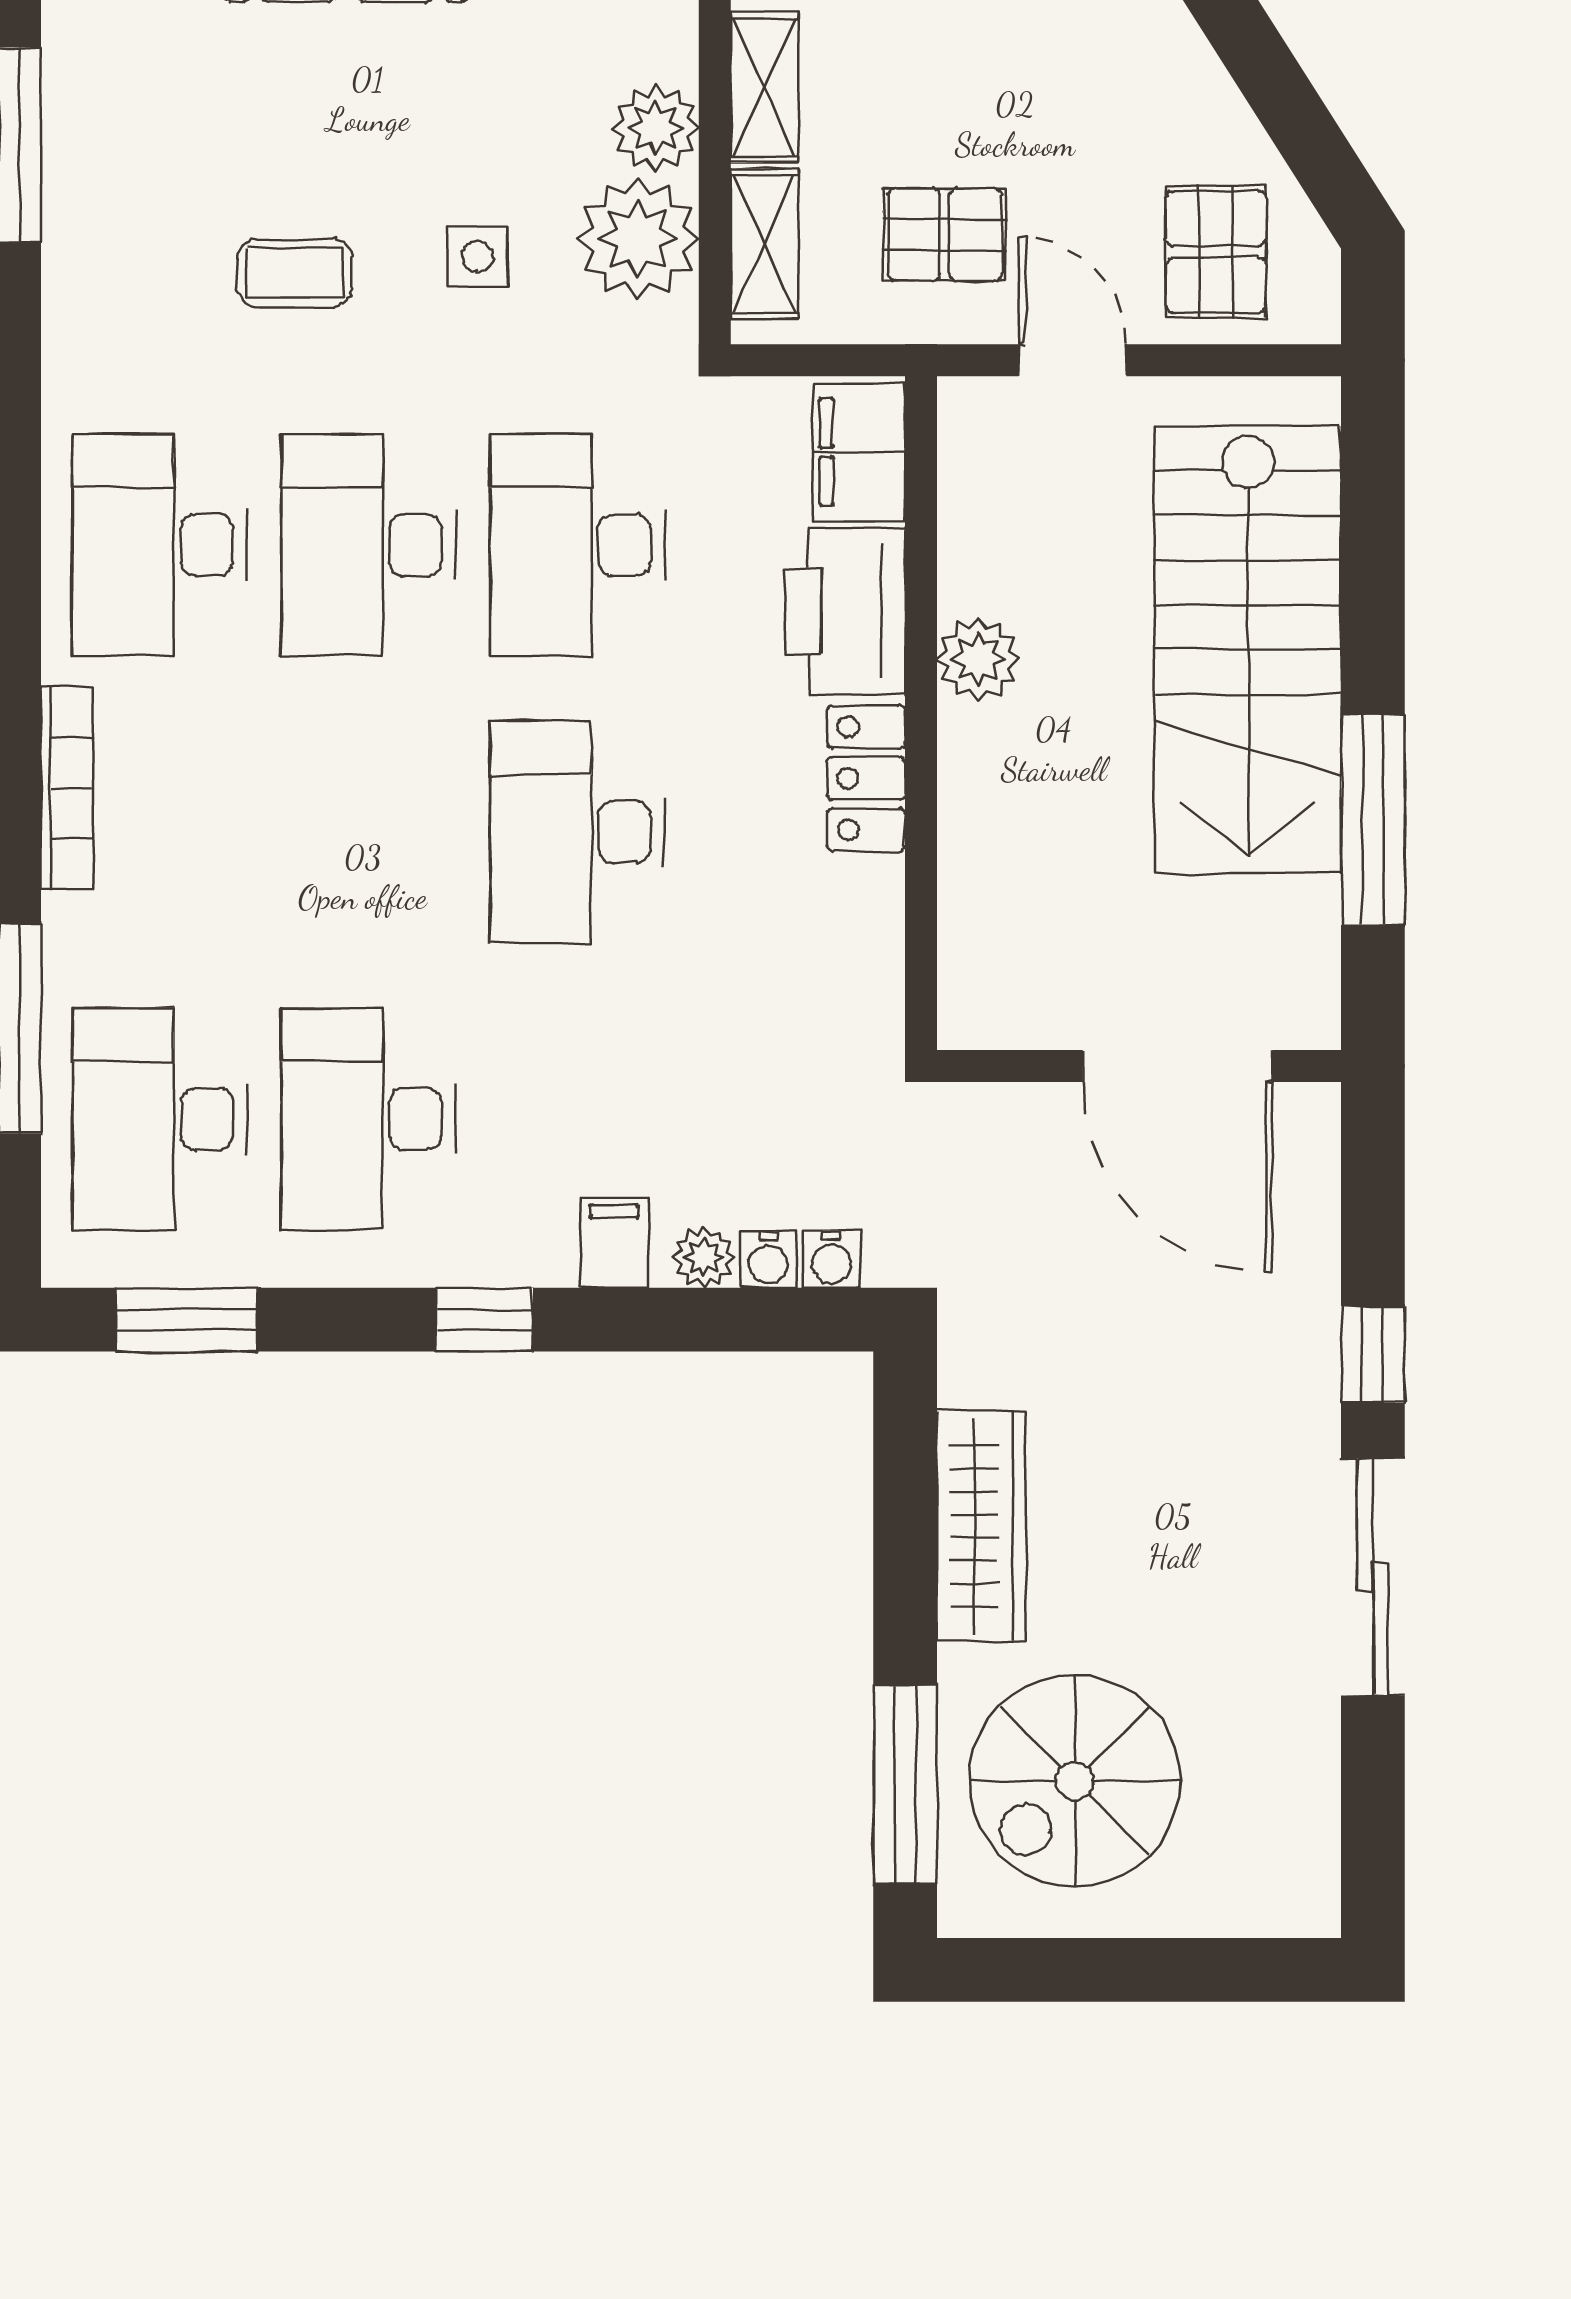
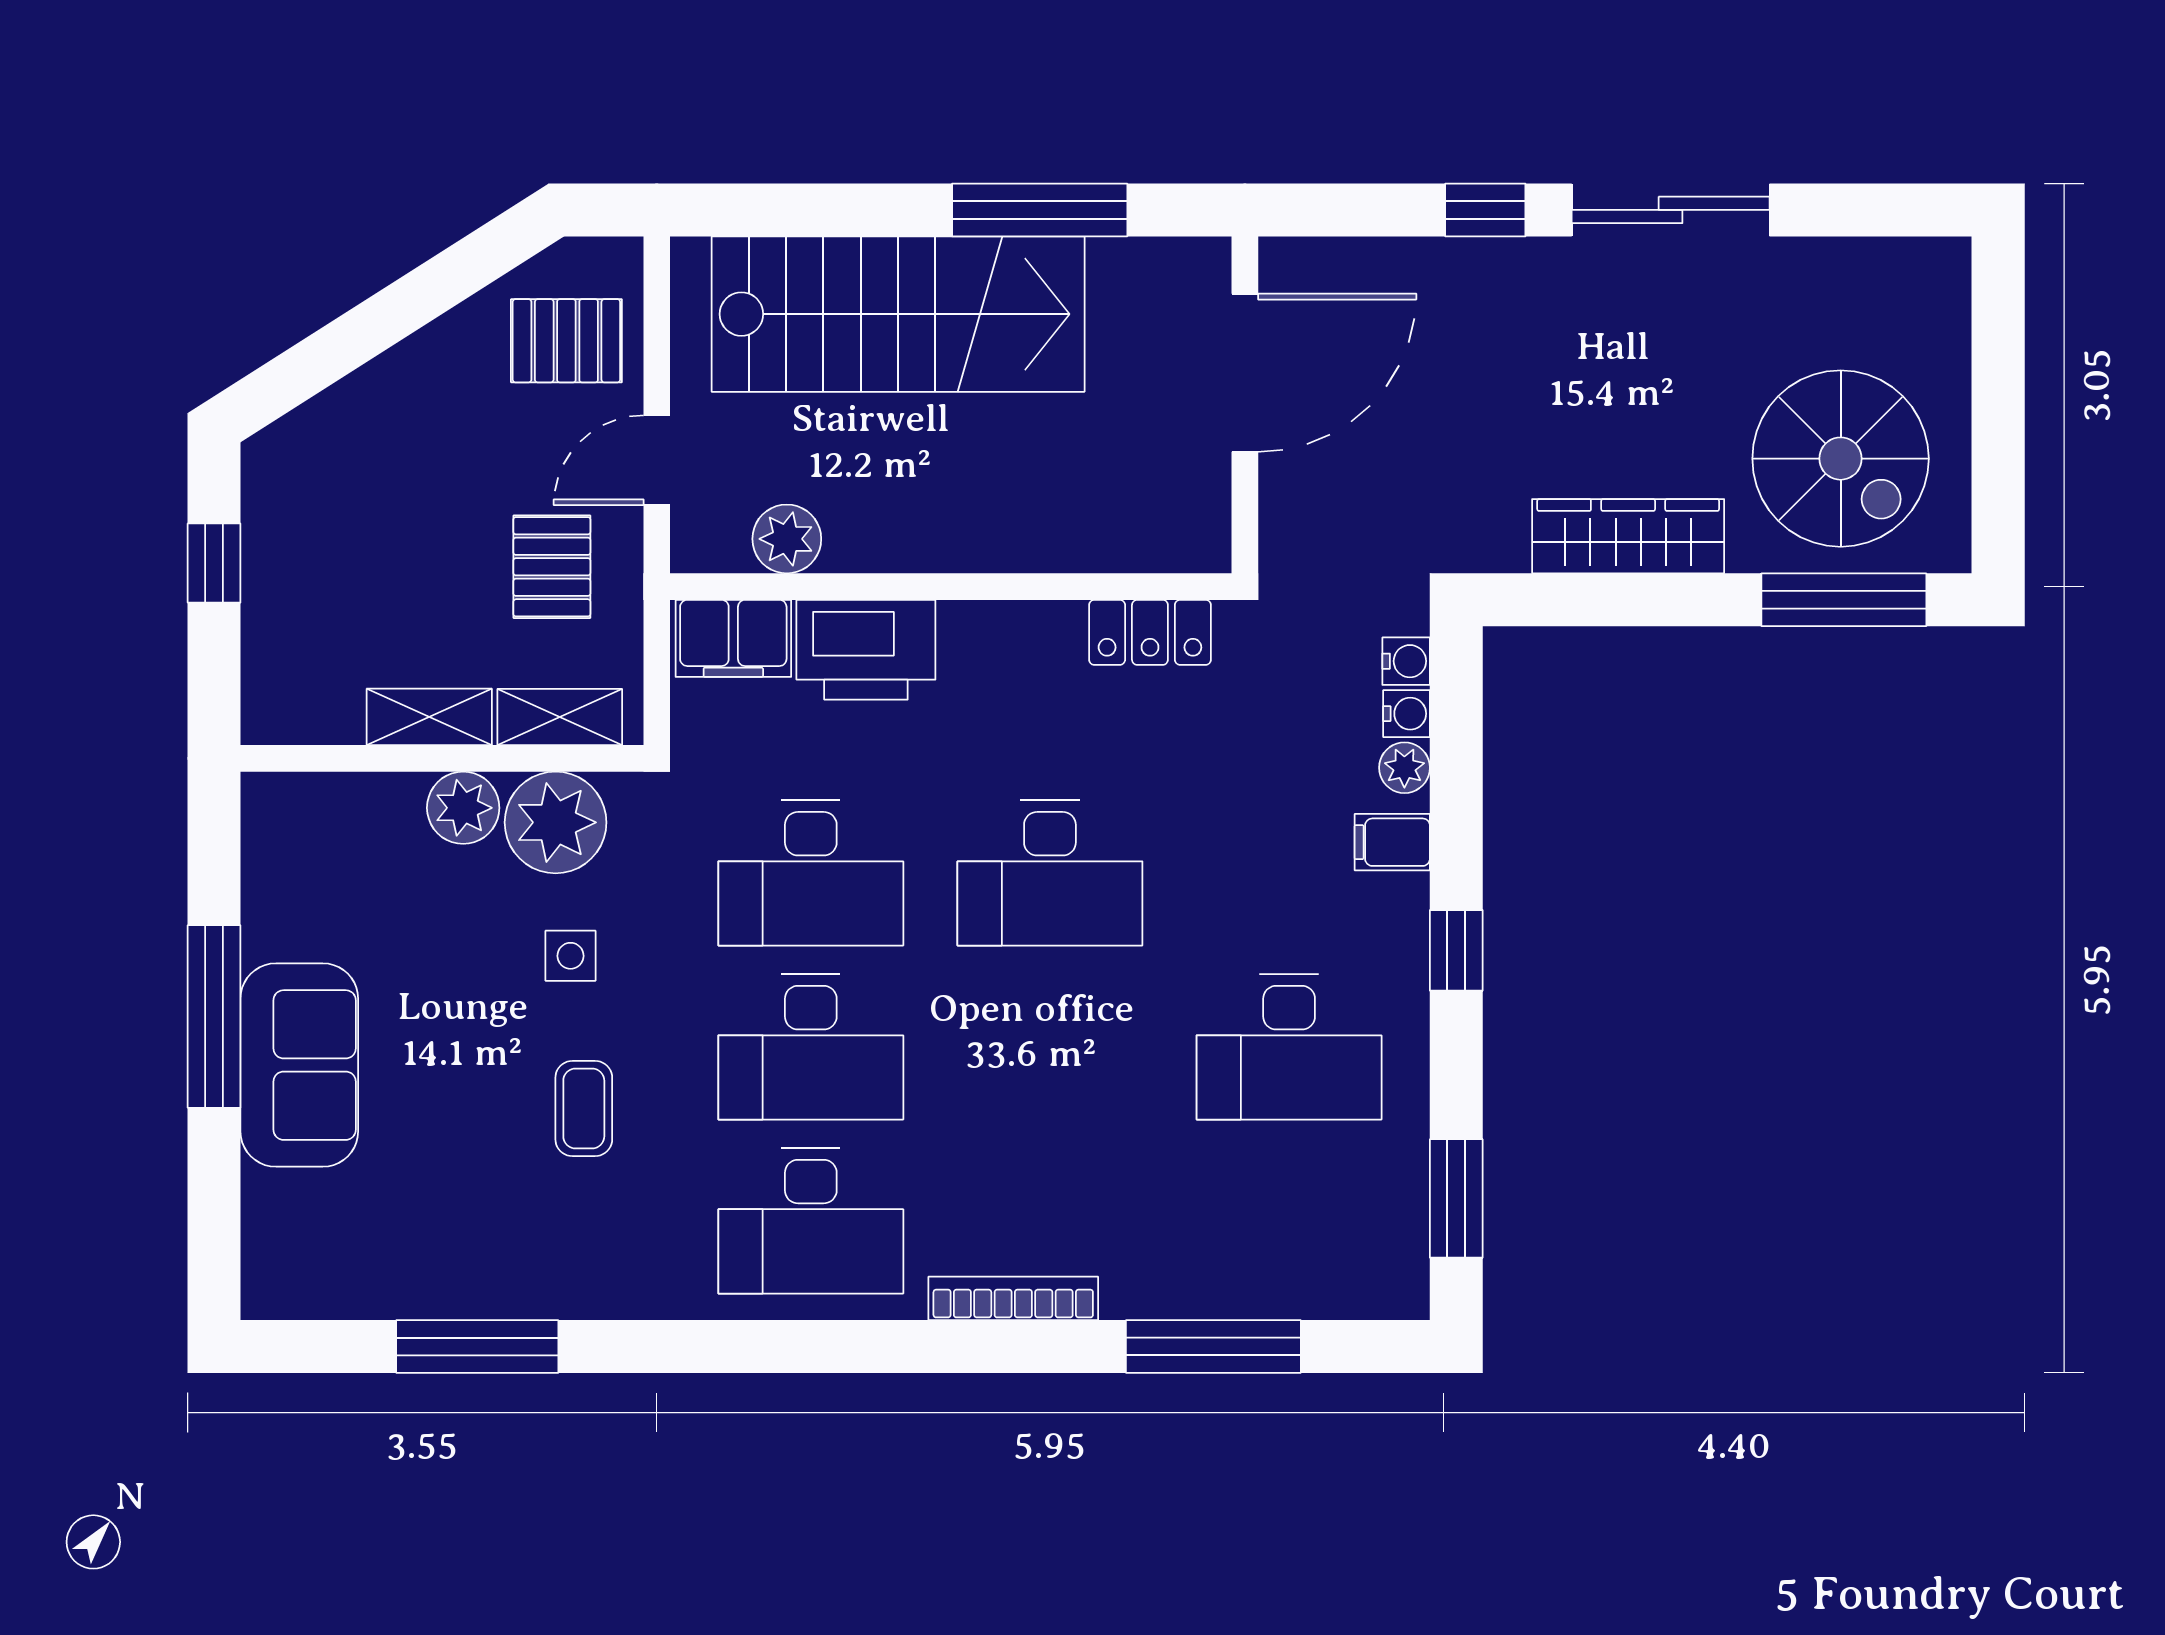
plant: (978, 659) -> (787, 539), moved
locker: (866, 778) -> (1150, 632), moved
desk: (160, 1119) -> (1289, 1221), removed

